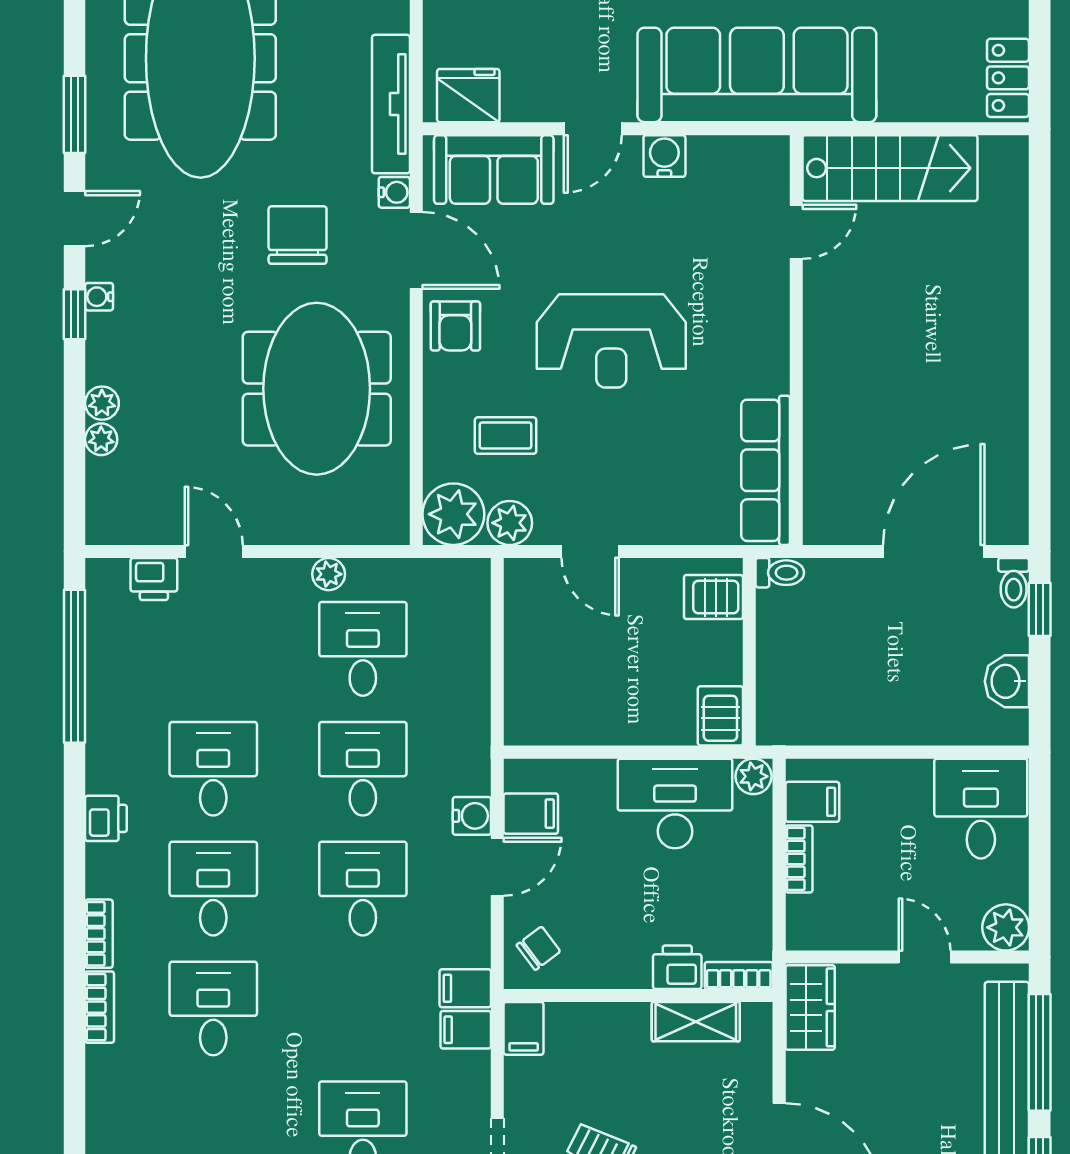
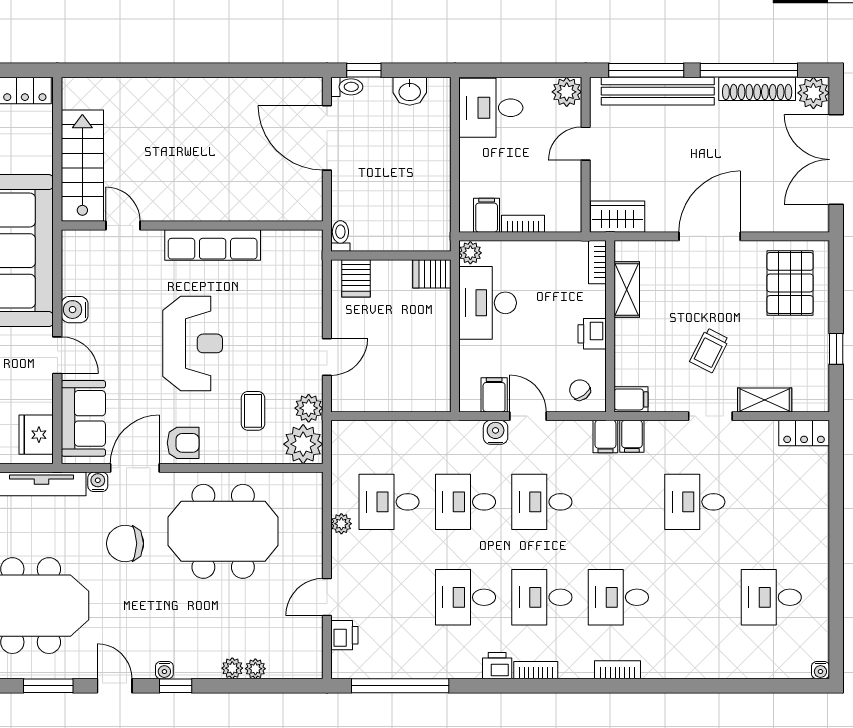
row of seats: (766, 470) -> (213, 245), moved
bookcase: (99, 934) -> (536, 670), moved
printer: (677, 967) -> (592, 334), moved

